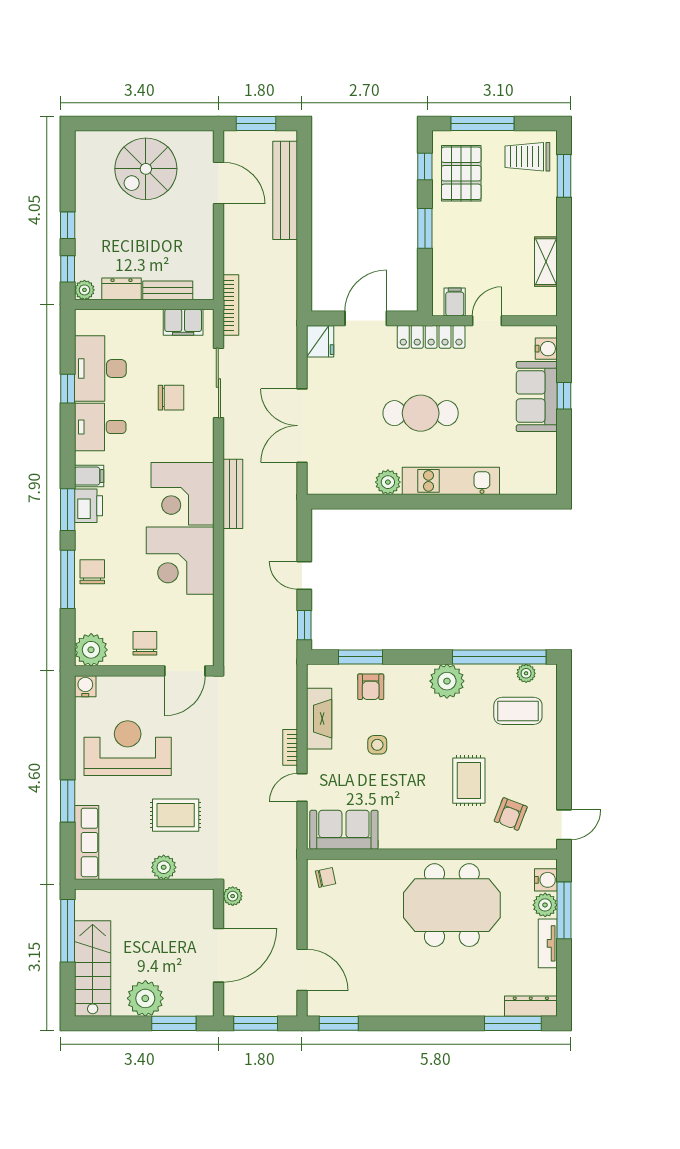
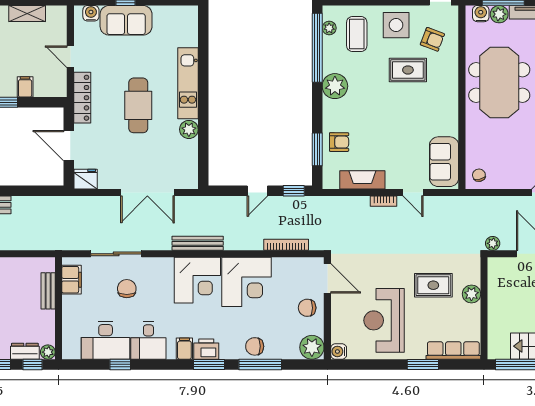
dresser: (121, 289) -> (25, 351), moved, turned 90
filing cabinet: (455, 302) -> (25, 87), moved, turned 90
bookcase: (231, 305) -> (286, 245), moved
side table: (377, 745) -> (396, 25), moved, width x1.87, depth x1.87
rug: (176, 815) -> (433, 285), turned 90

